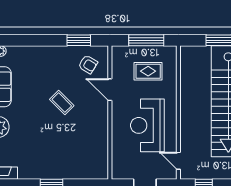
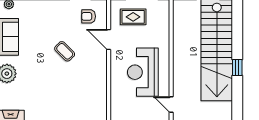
armchair: (88, 64) -> (89, 16), turned 149
rug: (148, 71) -> (133, 17), moved

